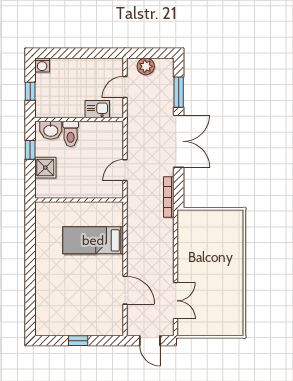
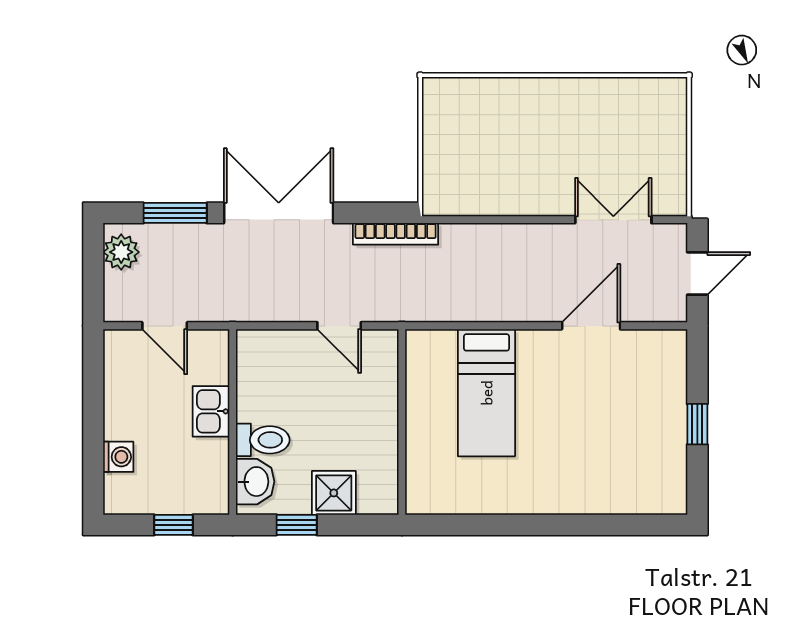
washing machine: (42, 65) -> (118, 457), moved
plant: (146, 66) -> (121, 252), moved
kitchen sink: (97, 109) -> (211, 411), moved

